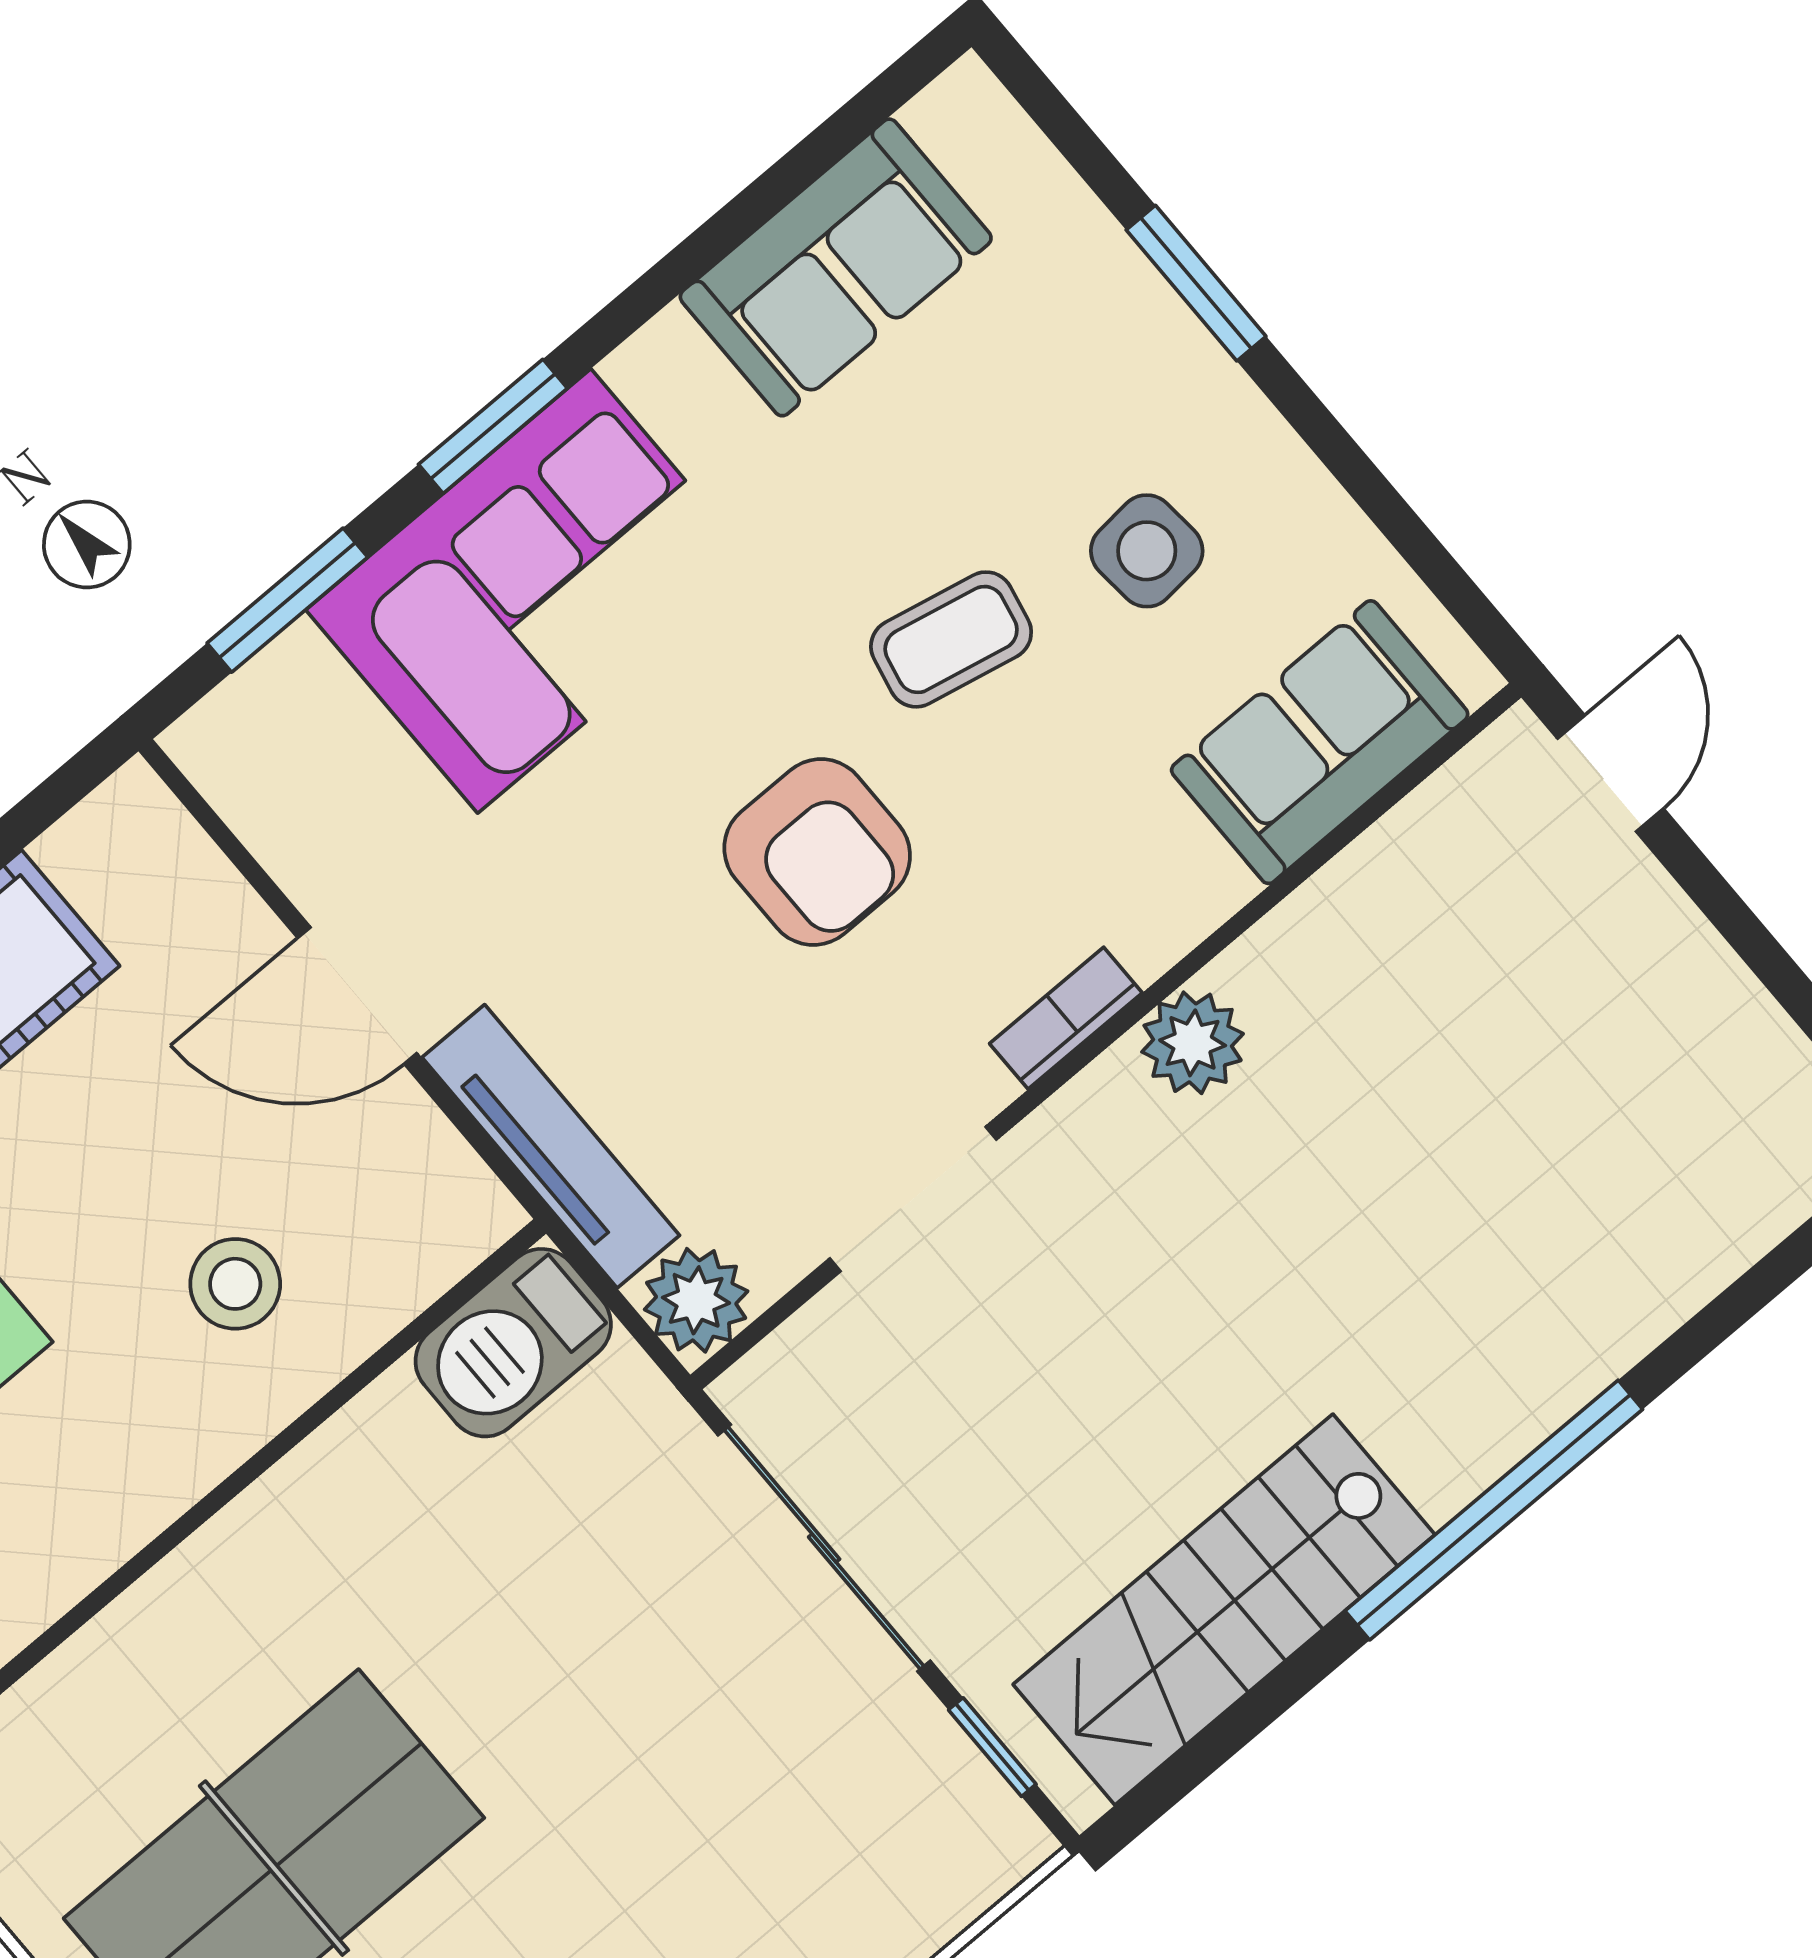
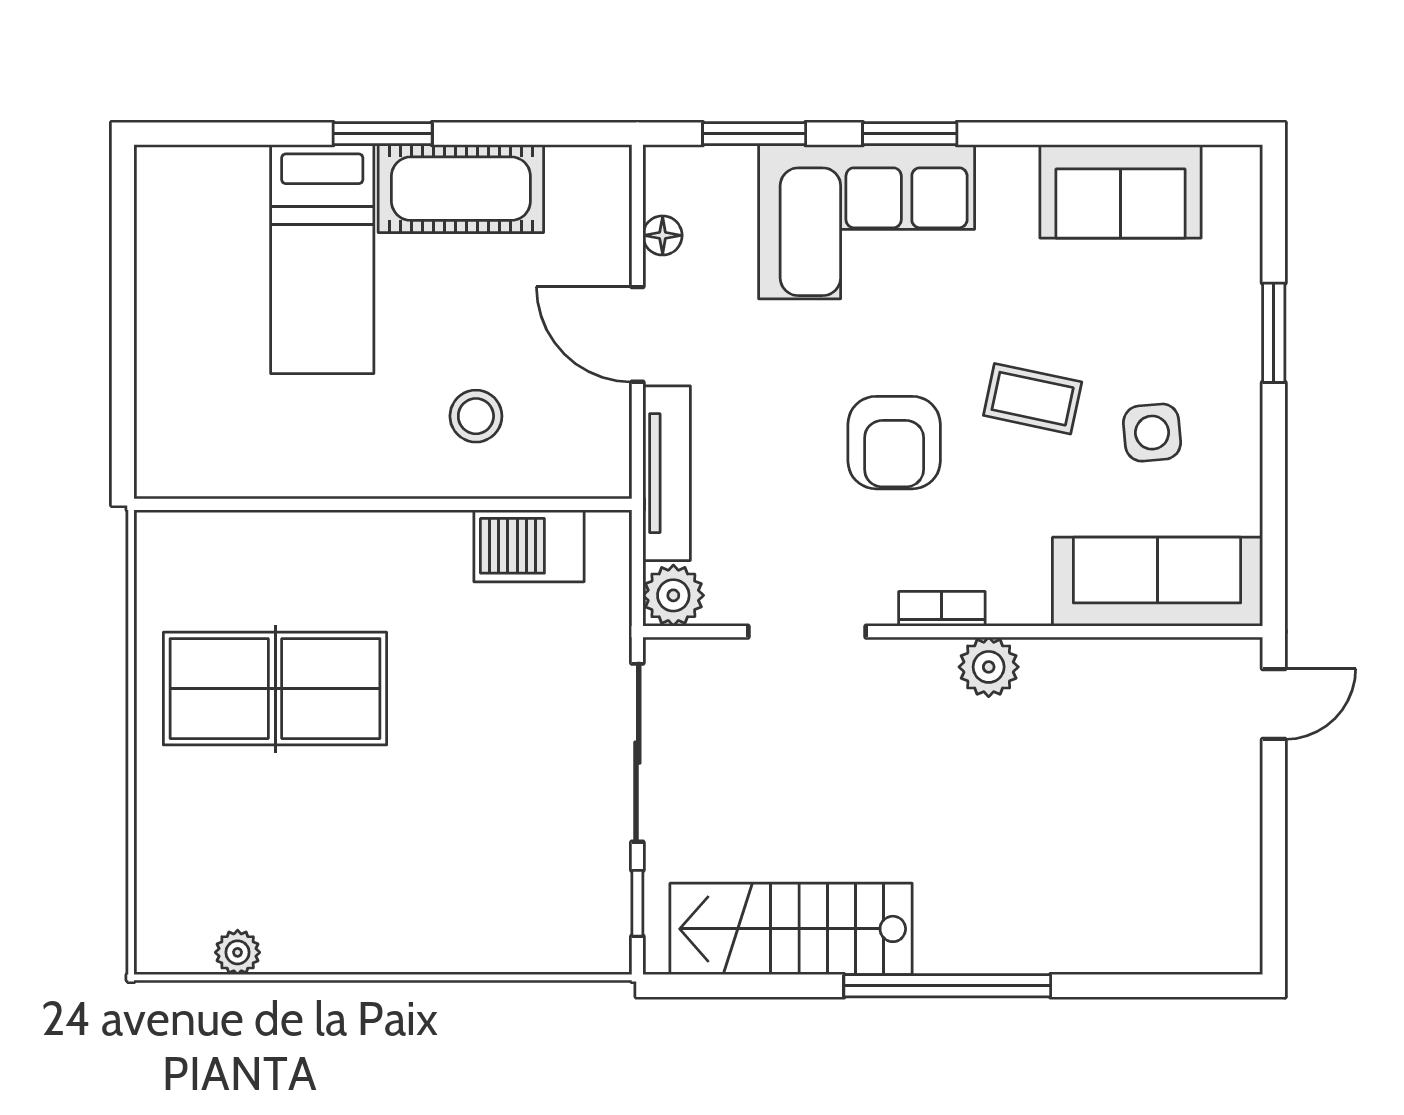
sofa: (1320, 742) -> (1157, 582), width x1.36
floor lamp: (280, 837) -> (663, 235), added
barbecue: (513, 1343) -> (529, 546), moved

